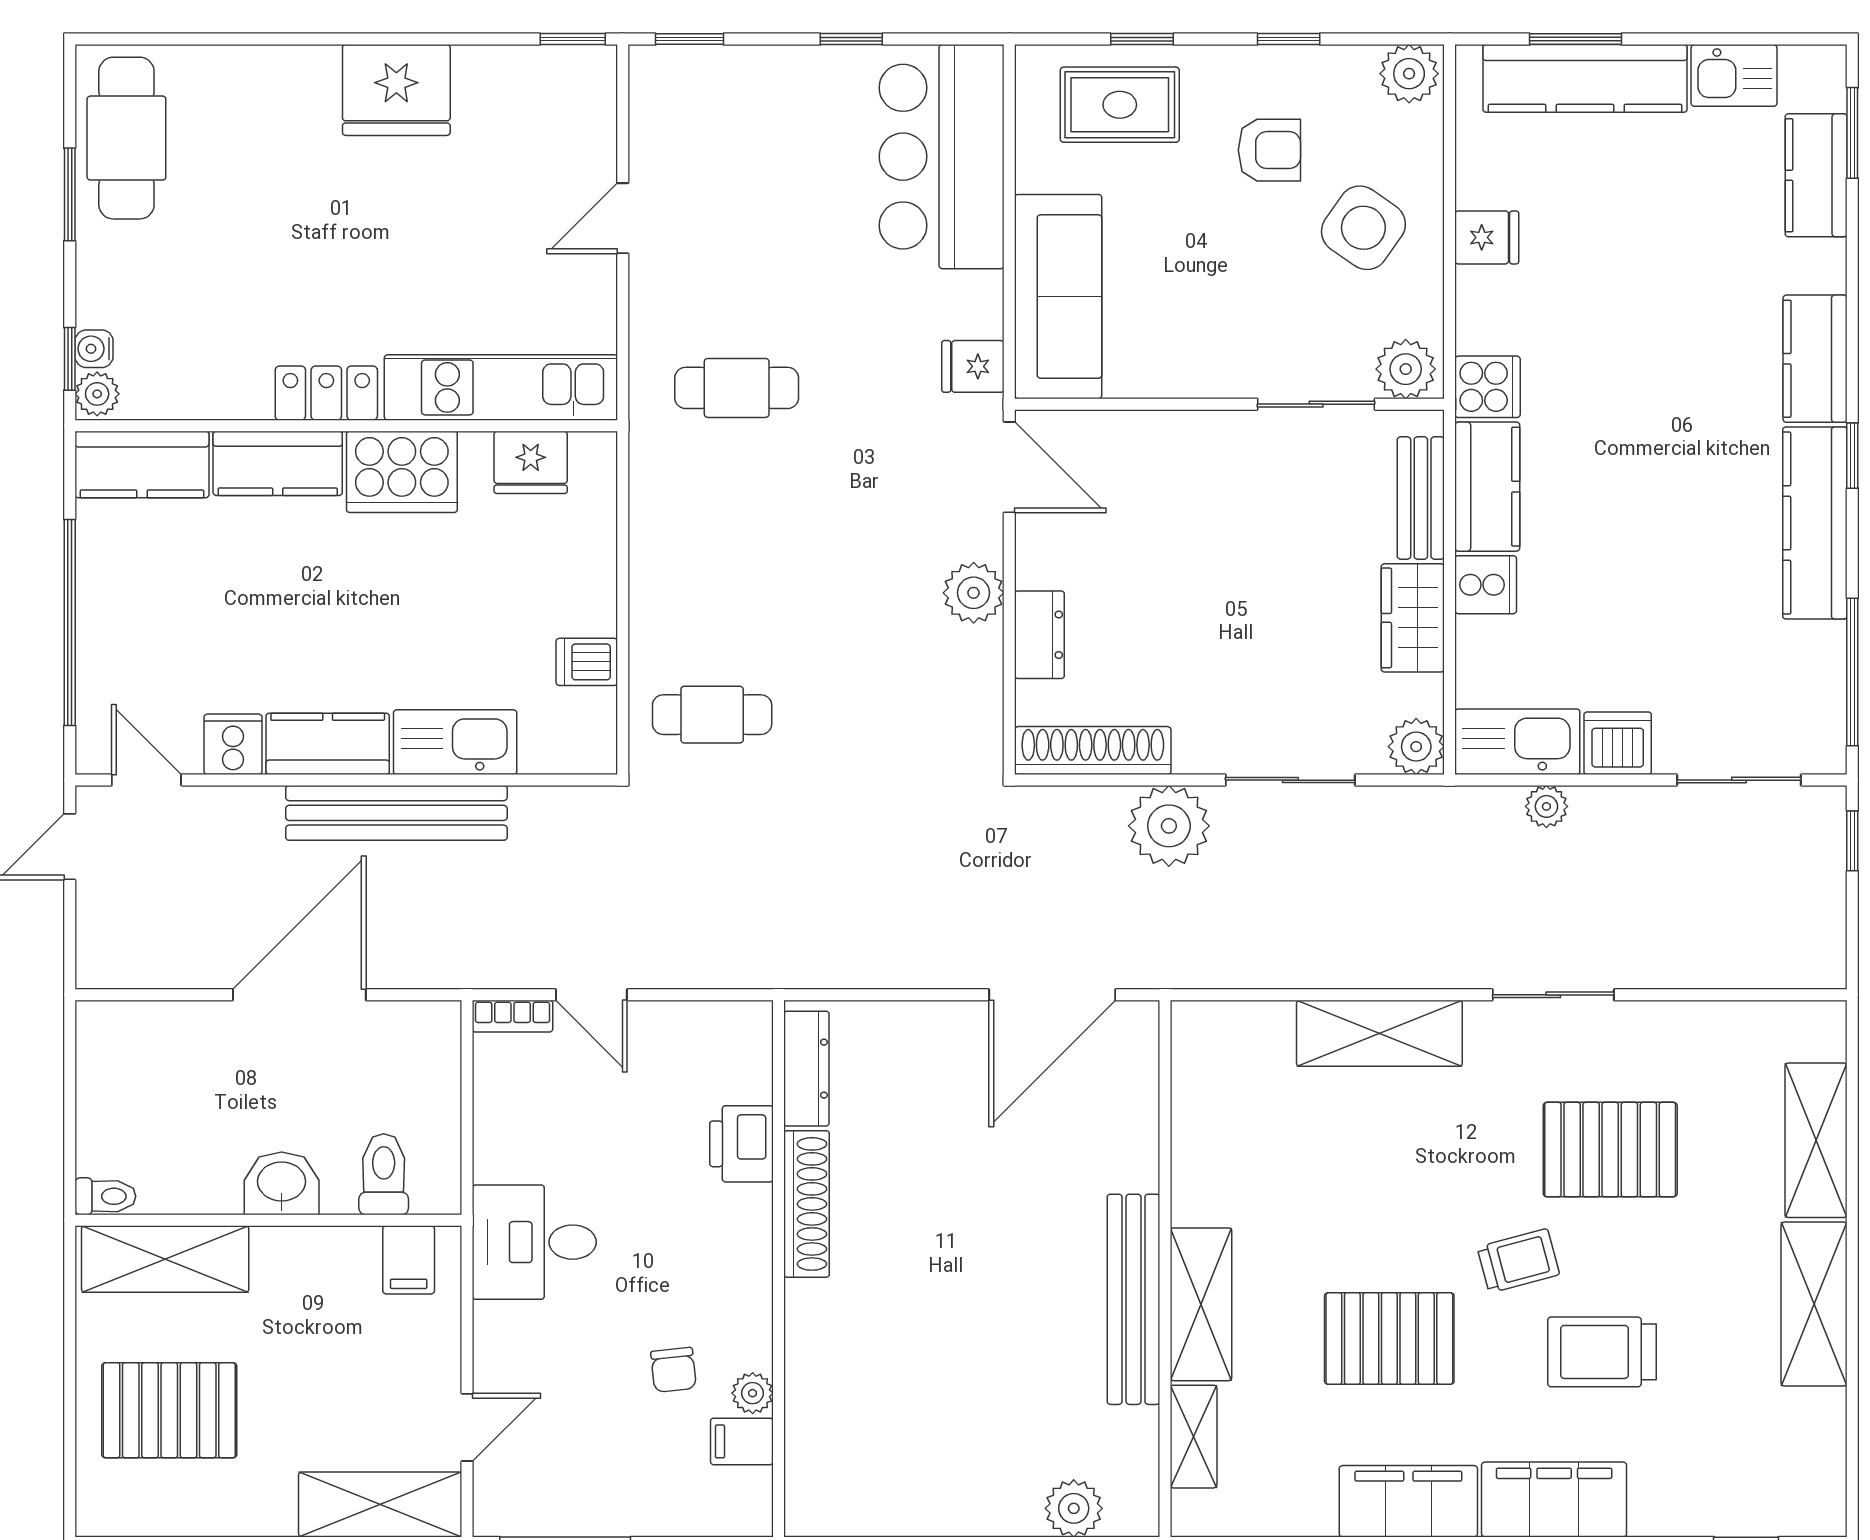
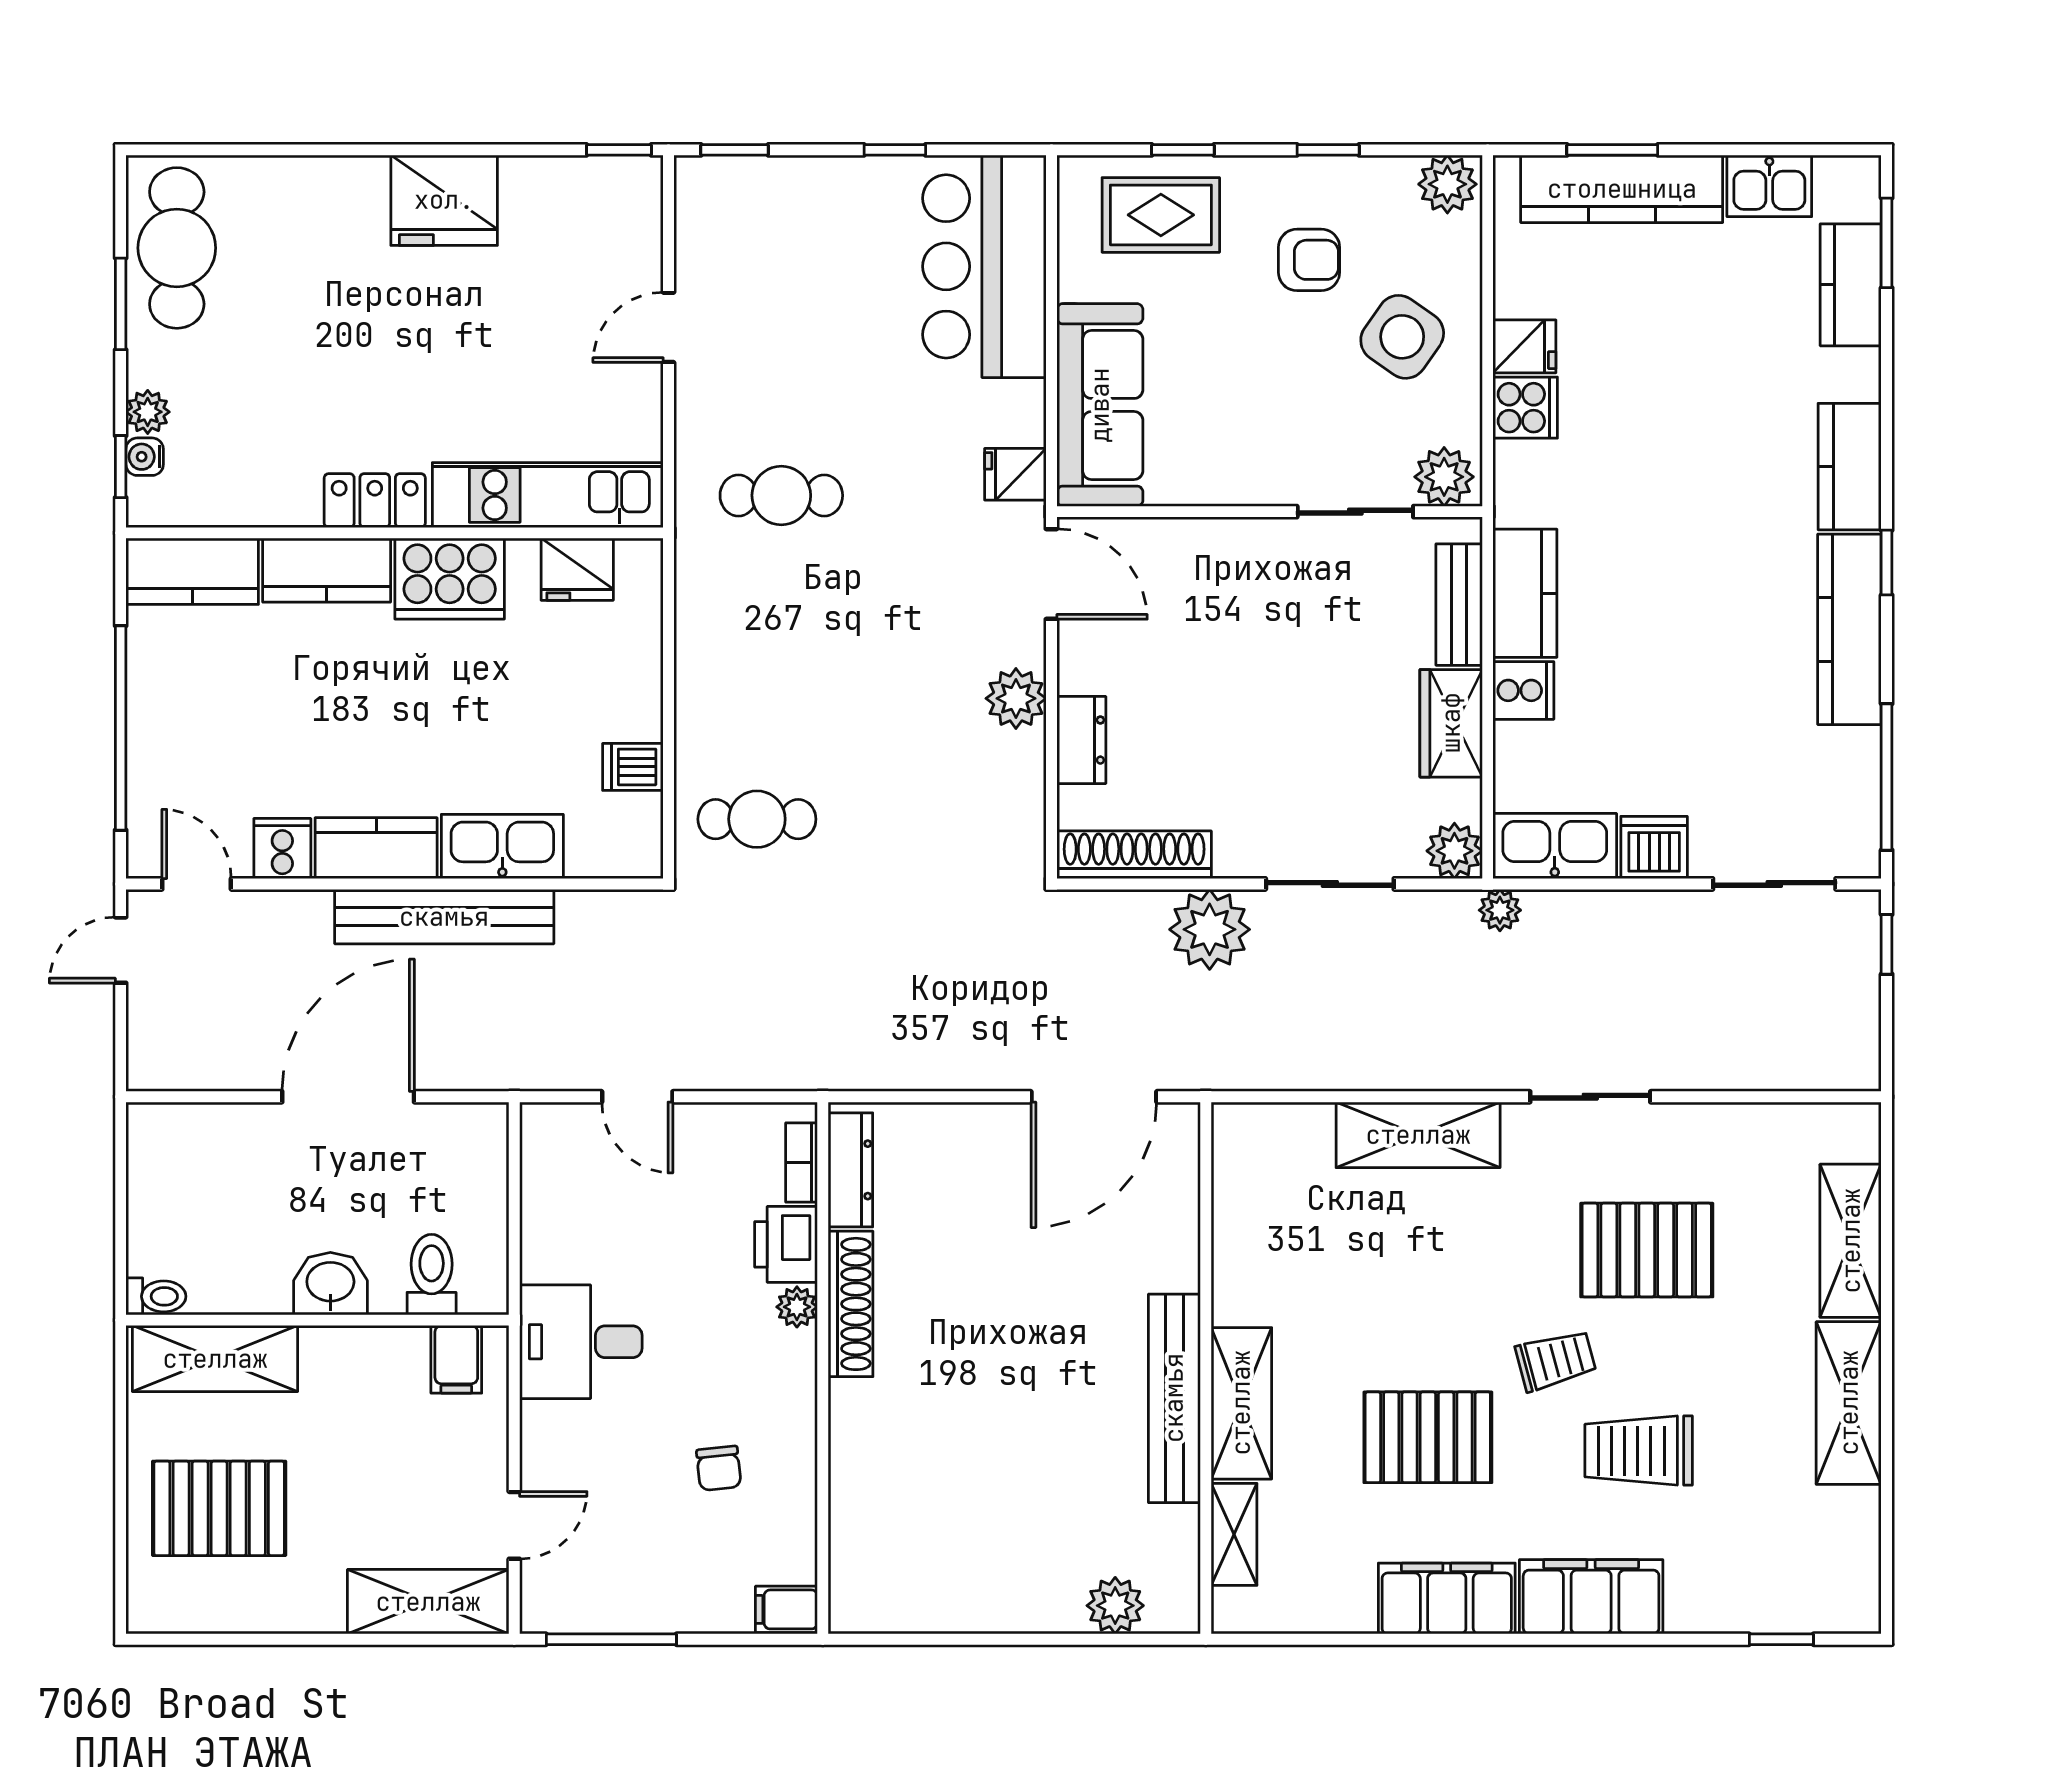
cooker: (1488, 387) -> (1525, 408), moved
plant: (97, 394) -> (148, 412), moved
plant: (1546, 806) -> (1500, 910), moved
bookcase: (512, 1016) -> (802, 1162), moved, turned 90
plant: (753, 1393) -> (797, 1307), moved
filing cabinet: (742, 1441) -> (786, 1609), moved

